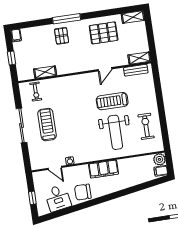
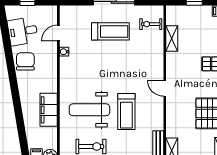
door: (105, 69) -> (165, 88), moved
treadmill: (112, 101) -> (126, 111), turned 180
filing cabinet: (104, 169) -> (49, 110), moved

